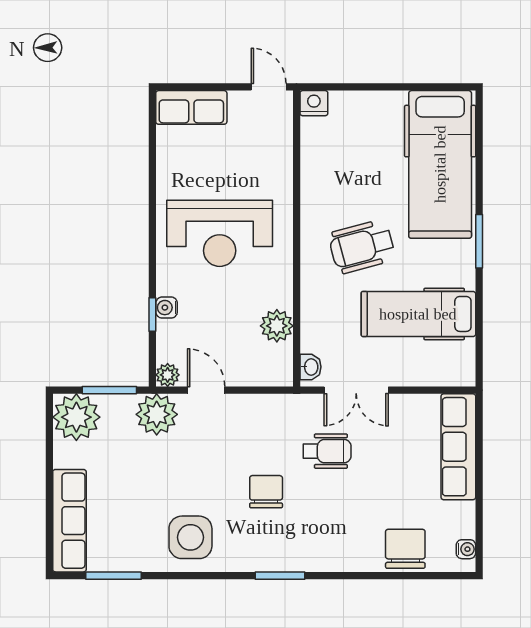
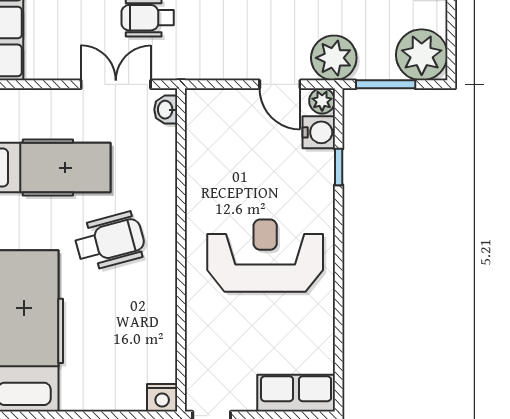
water cooler: (167, 308) -> (319, 132), moved, width x1.38, depth x1.38
plant: (277, 326) -> (203, 155), removed

